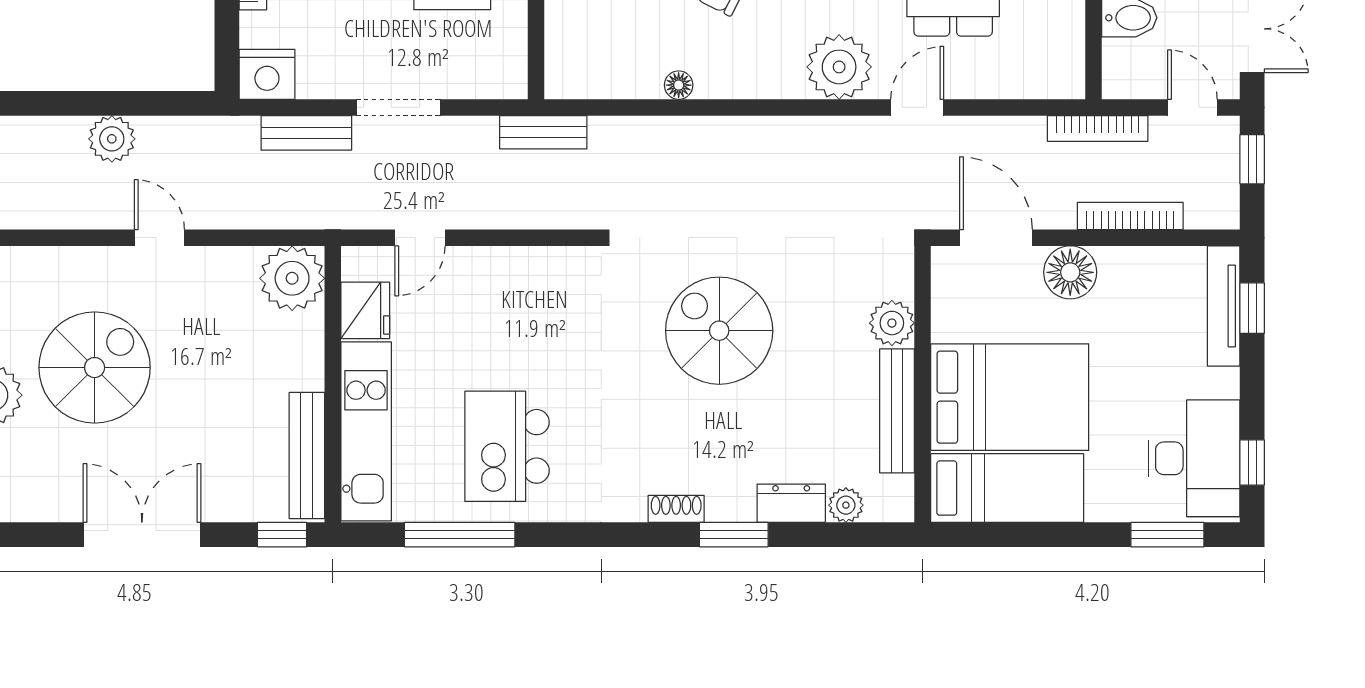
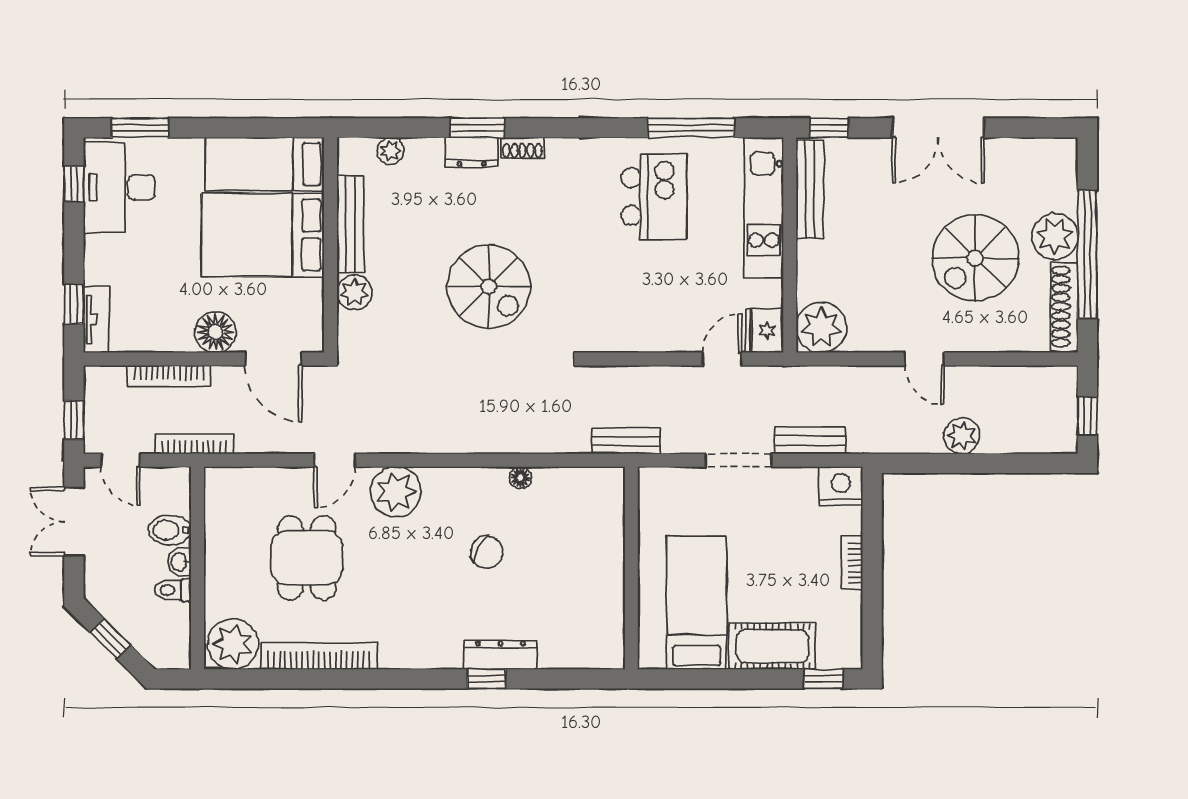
tv unit: (1224, 306) -> (96, 319), width x0.71
fridge: (365, 310) -> (764, 331), moved
dresser: (791, 503) -> (472, 152), moved

